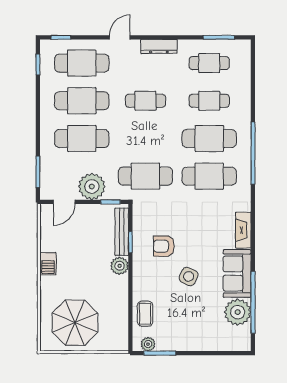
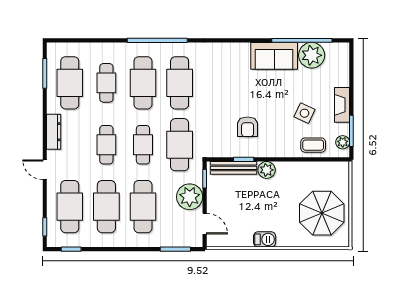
cafe table: (209, 63) -> (70, 83), width x1.37, depth x1.35
cafe table: (145, 138) -> (143, 145), added
fireplace: (243, 230) -> (342, 105), moved, turned 90
side table: (189, 276) -> (304, 113), moved

